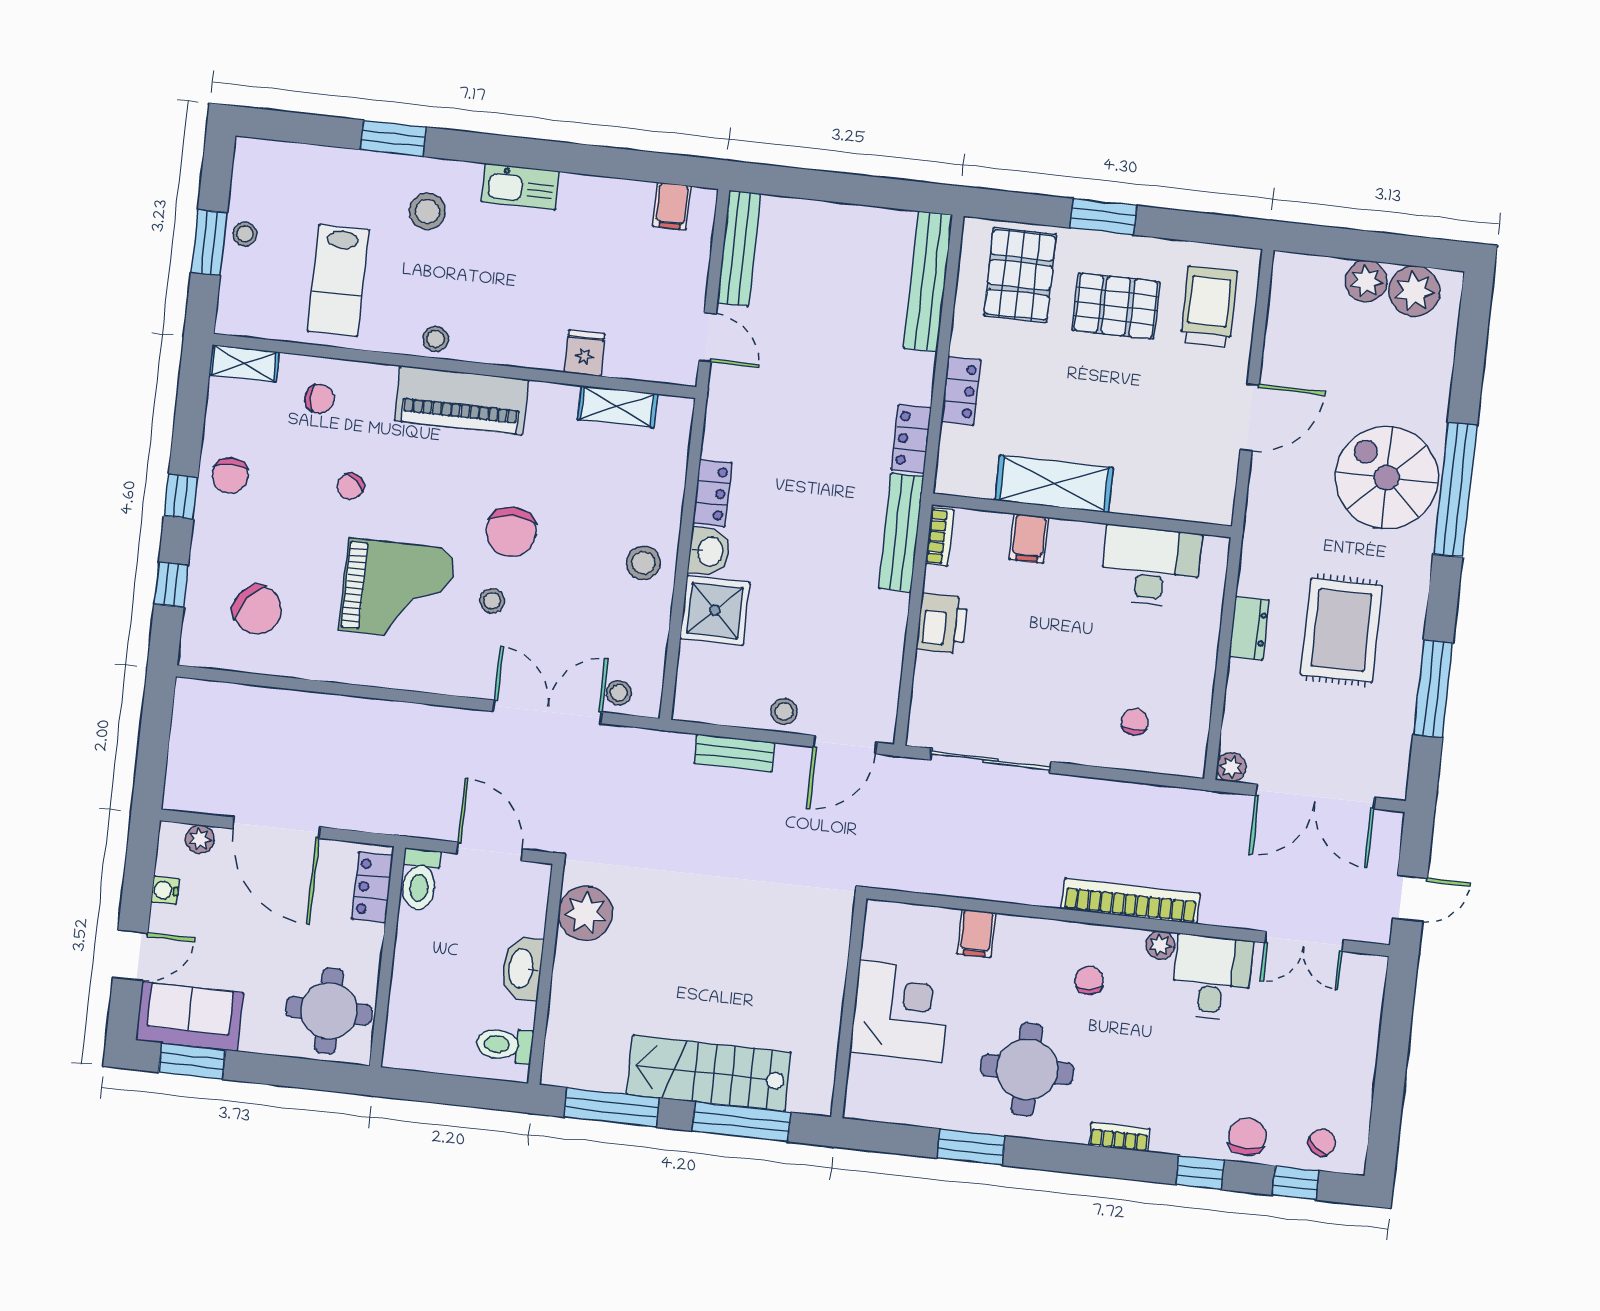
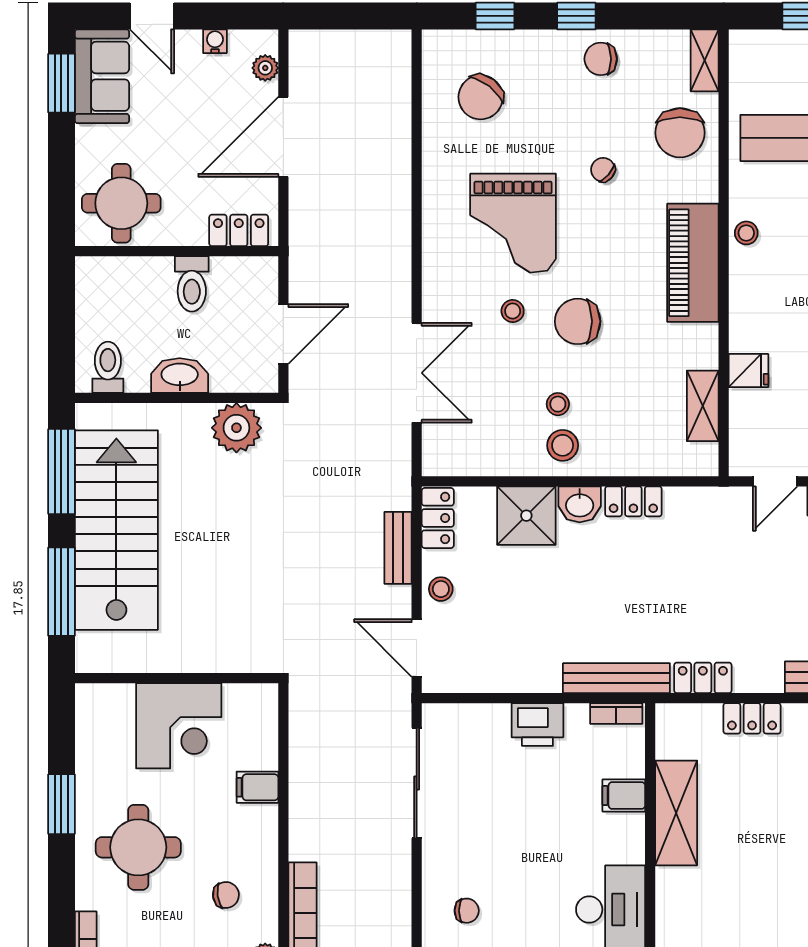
chair: (319, 399) -> (680, 133), width x1.87, depth x1.87
stool: (619, 693) -> (558, 404), moved
locker: (707, 706) -> (438, 518), added
toilet: (420, 879) -> (192, 284), moved, turned -90
stairs: (709, 1073) -> (116, 530), width x1.36, depth x1.51

